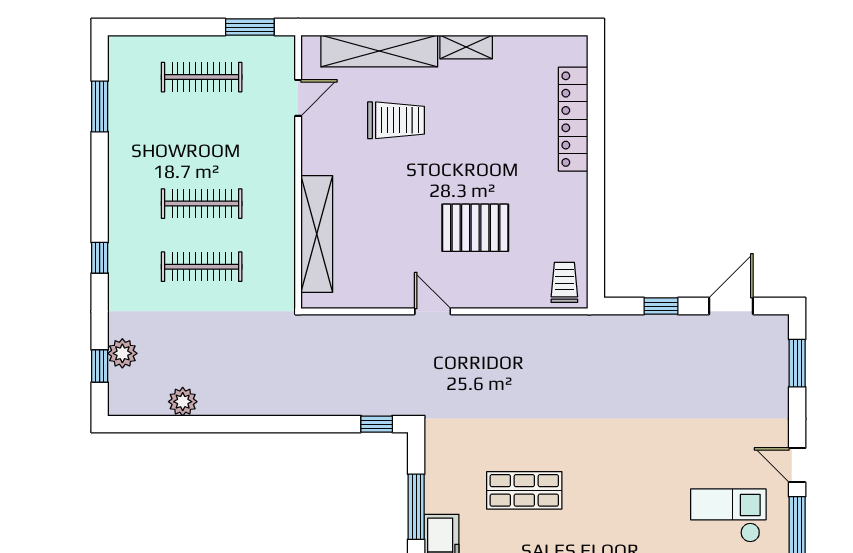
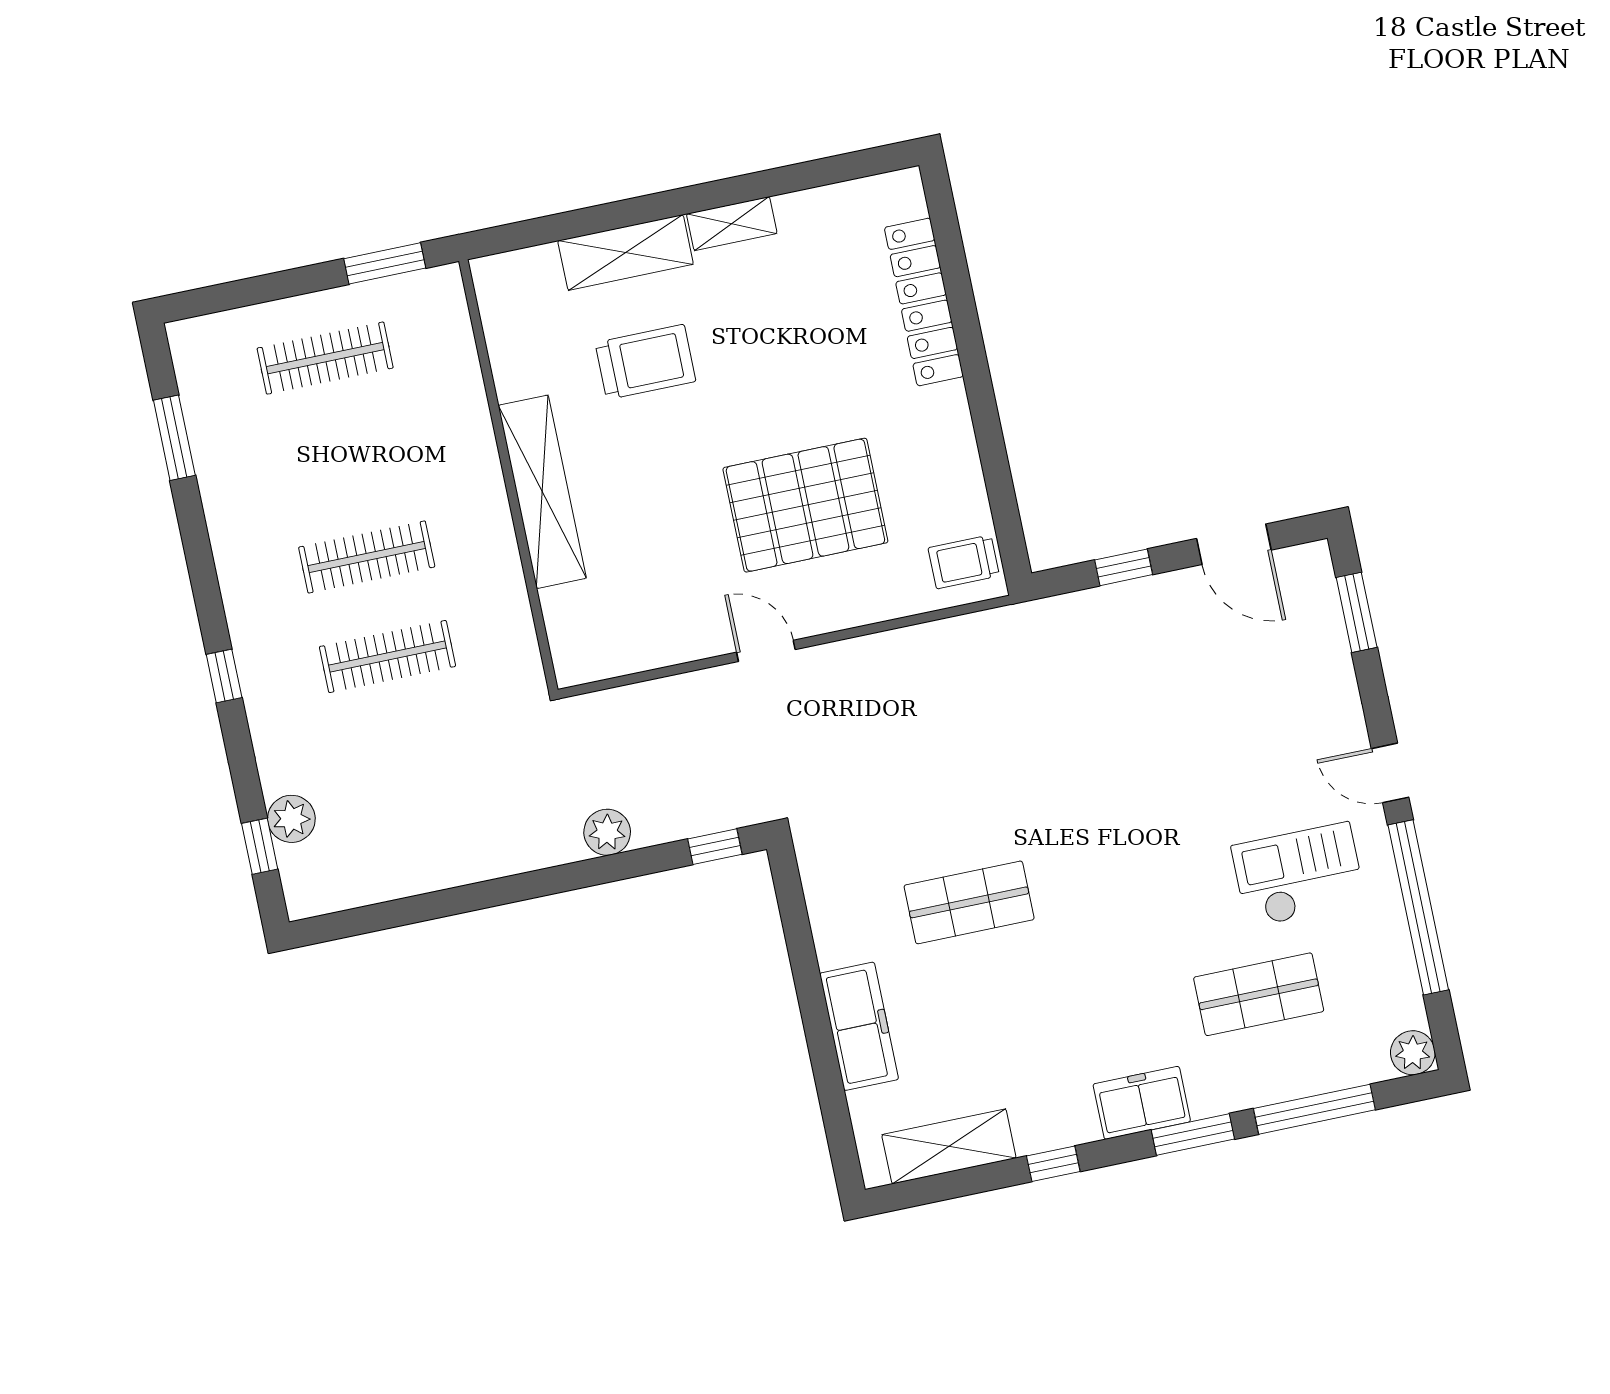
shelving: (379, 51) -> (626, 252), width x0.68
door: (298, 98) -> (484, 359), removed
pallet: (475, 228) -> (805, 505), width x1.37, depth x1.41
shelving: (317, 234) -> (542, 492), moved
trolley: (564, 282) -> (964, 562), turned -90
door: (731, 306) -> (1234, 544), swing flipped
plant: (183, 402) -> (607, 832), moved
window: (416, 507) -> (804, 964), removed

